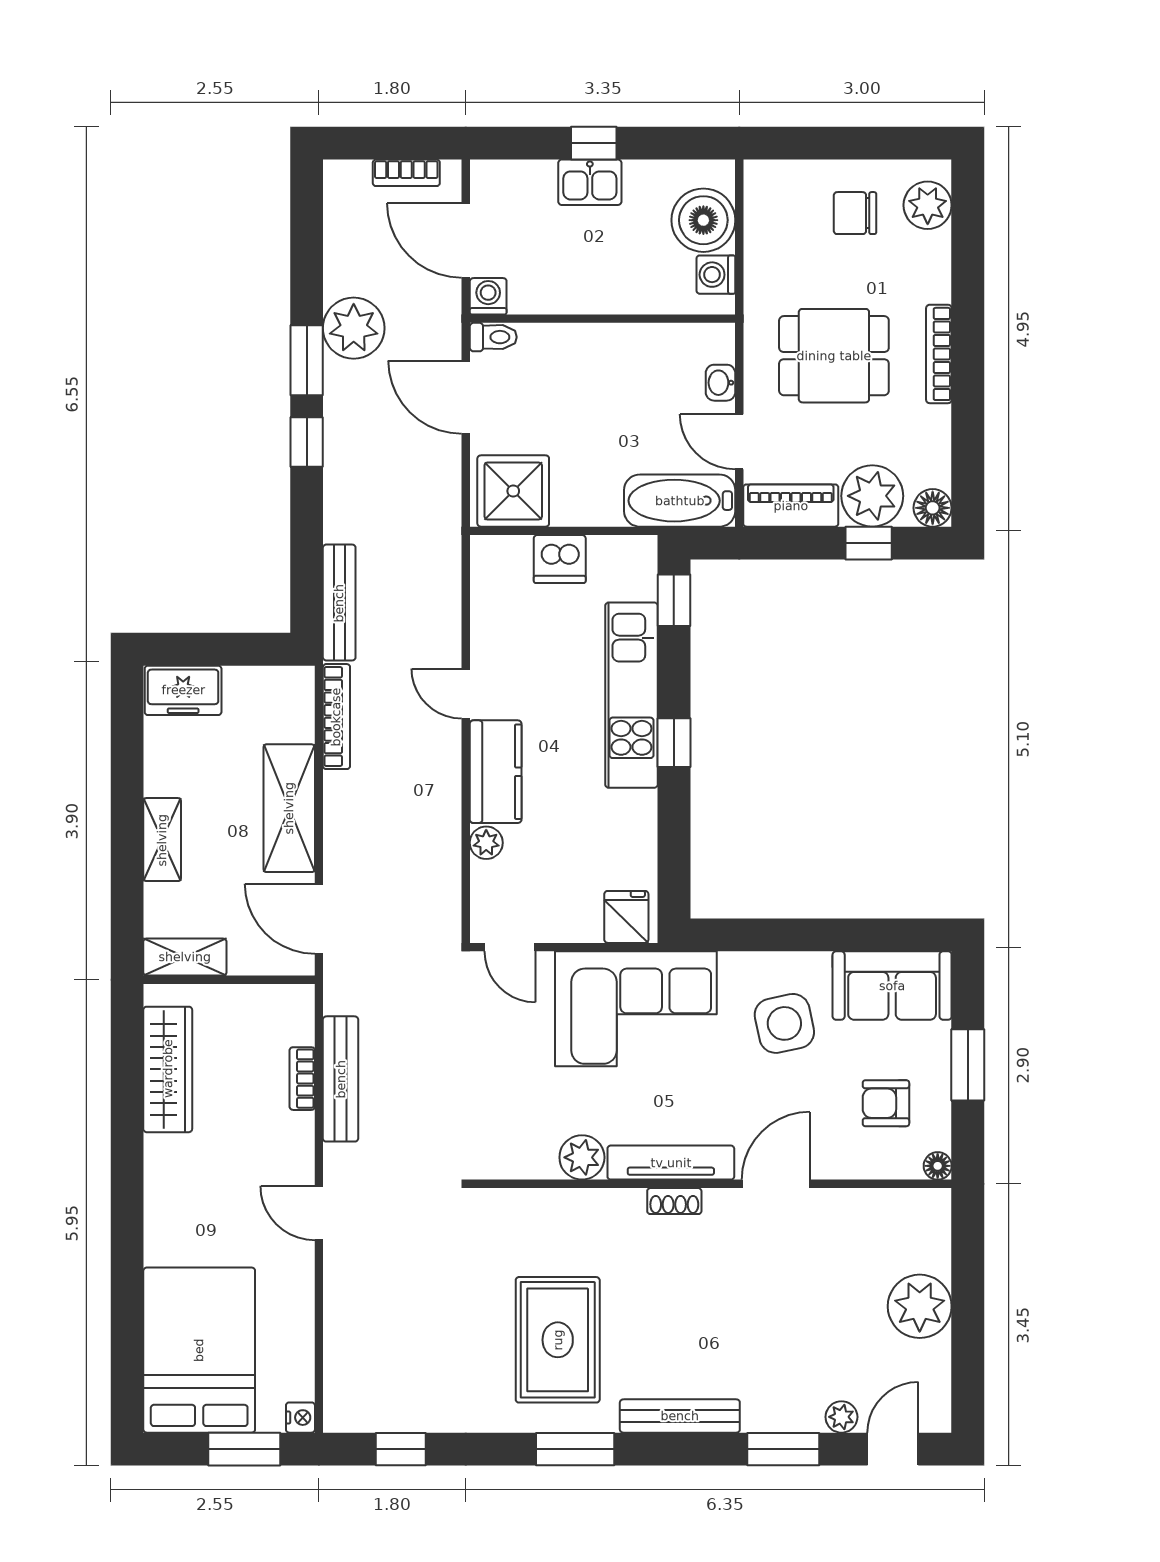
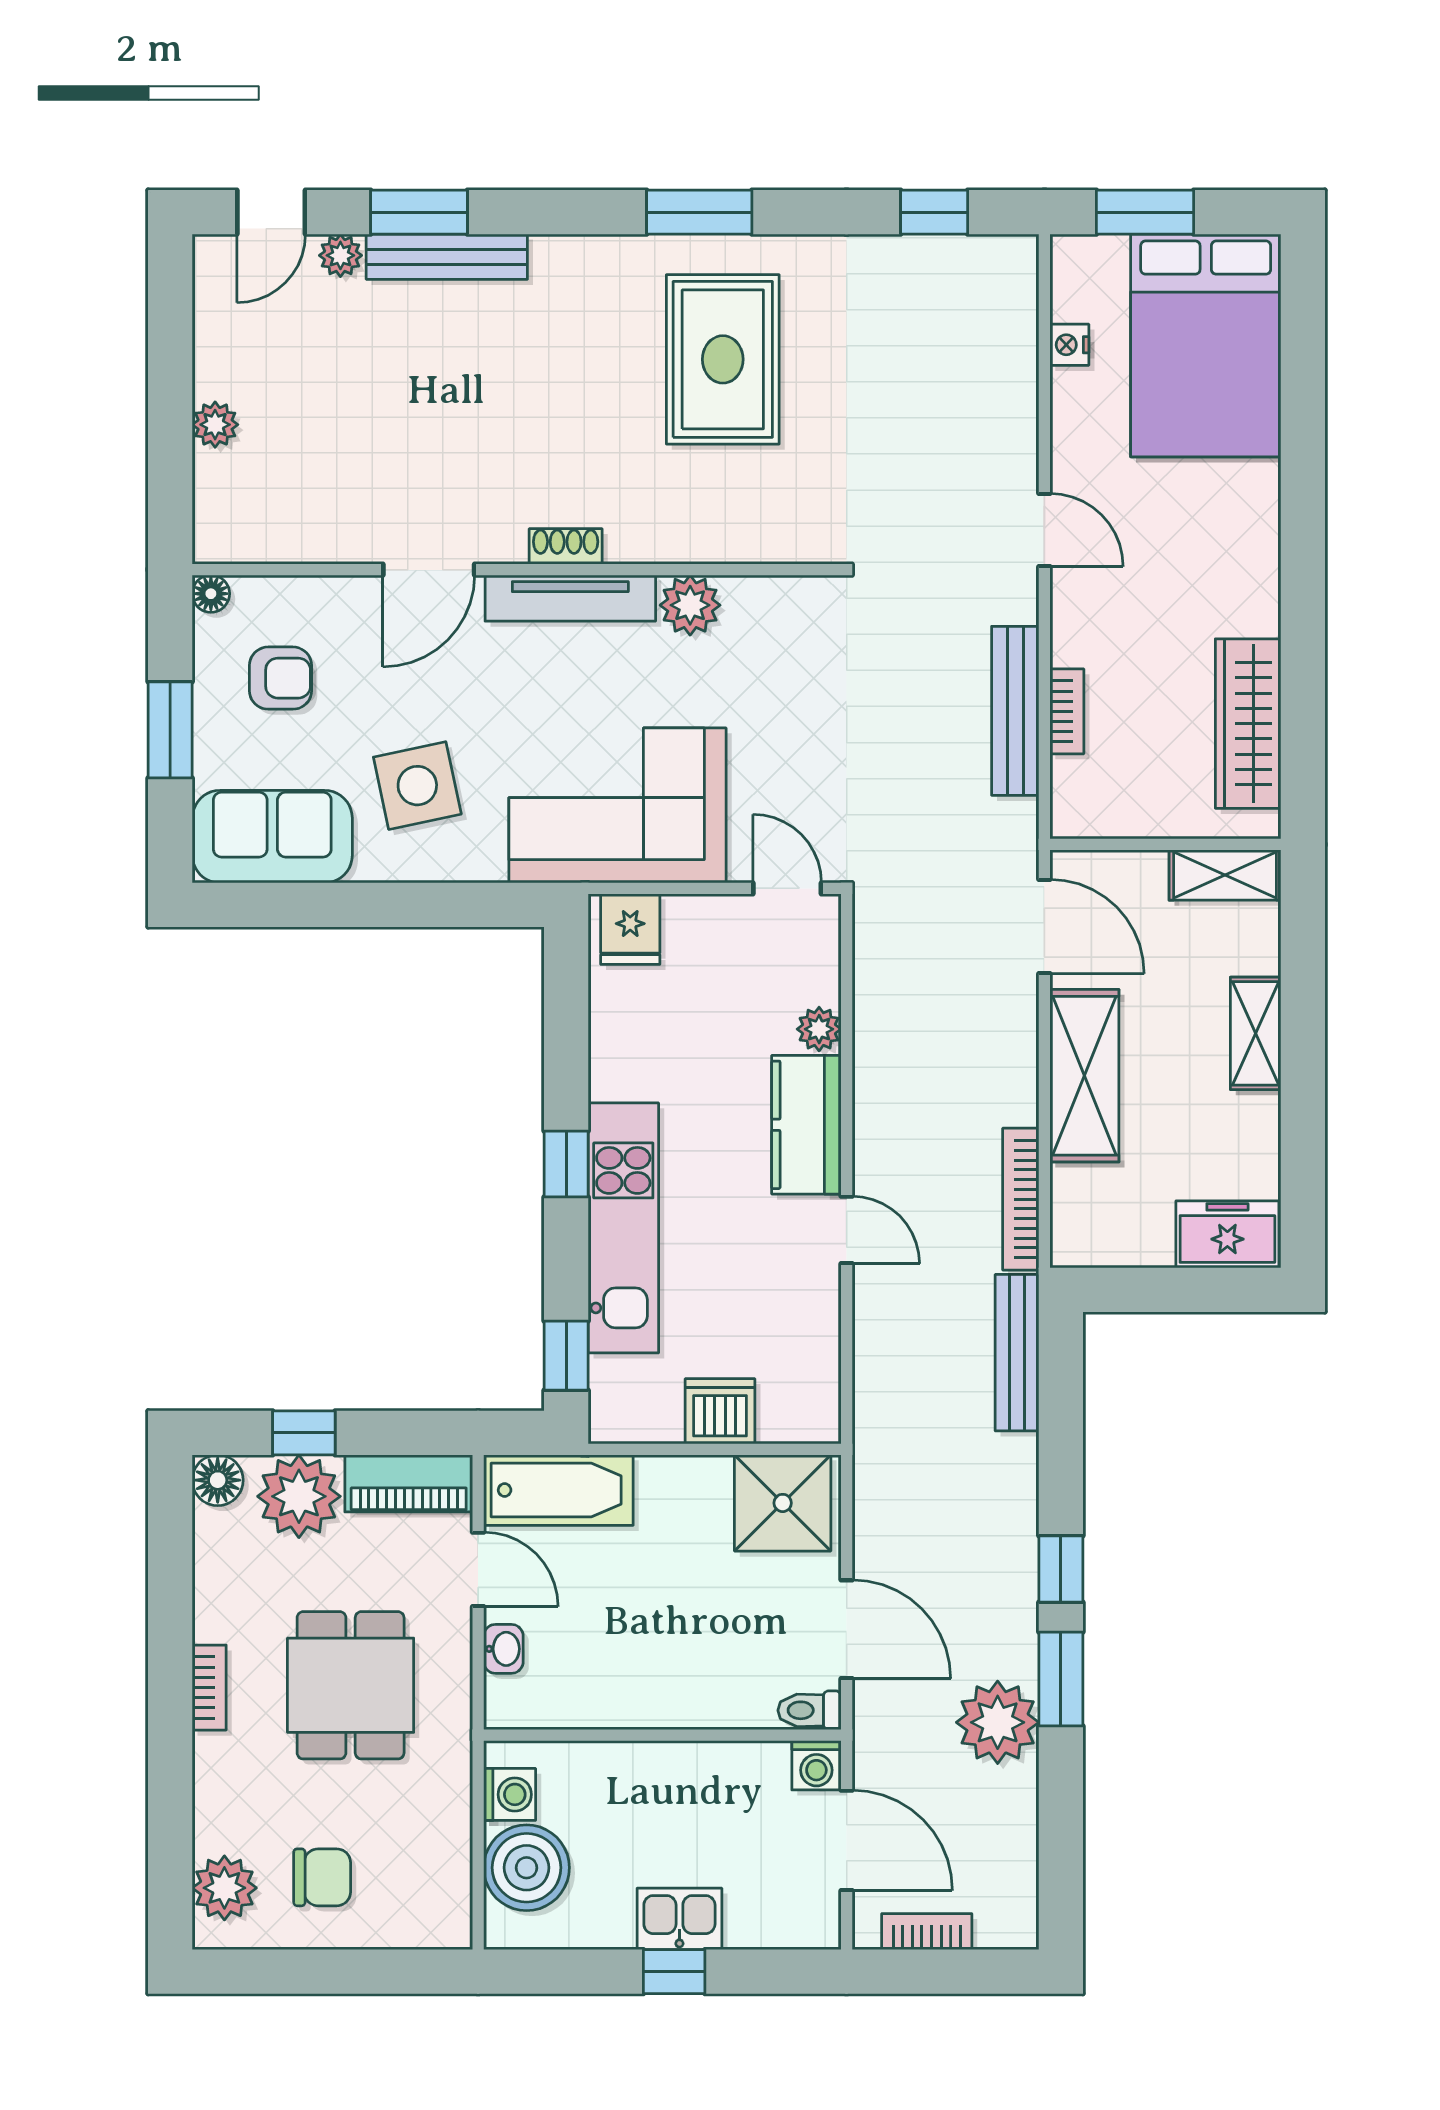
bookcase: (939, 354) -> (209, 1688), width x0.64
dining table: (834, 356) -> (351, 1685), turned 90
plant: (920, 1306) -> (215, 425), width x0.53, depth x0.53
bench: (680, 1416) -> (447, 257), moved
nightstand: (300, 1418) -> (1069, 345), moved

